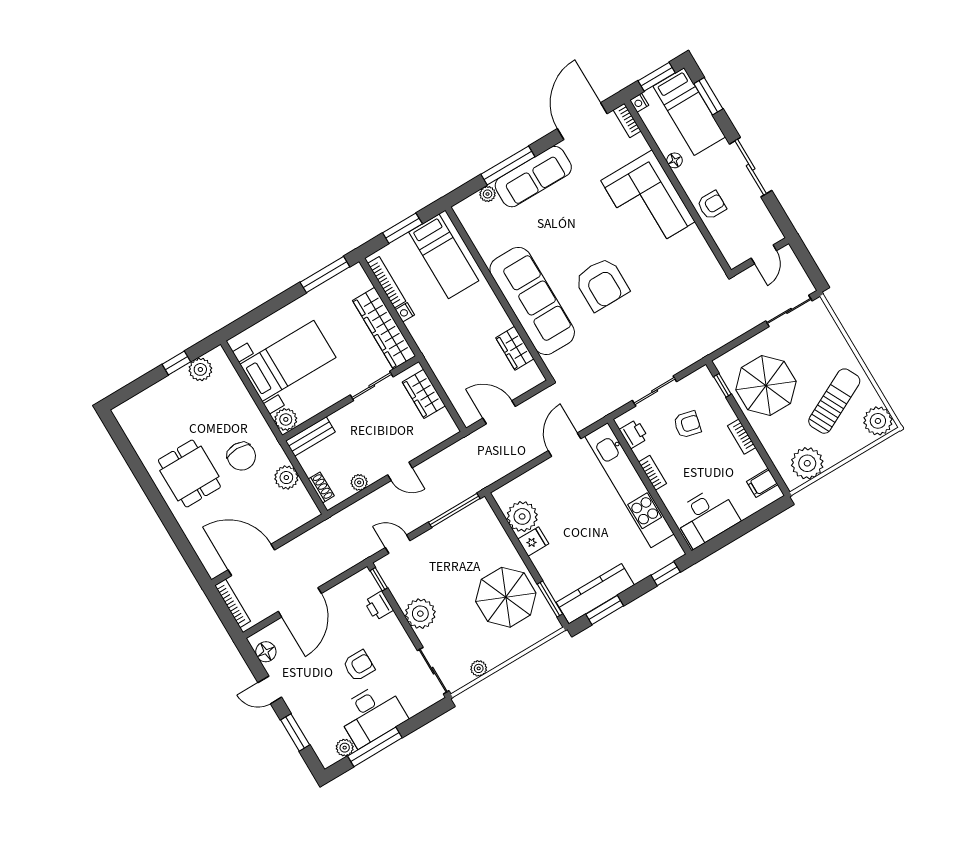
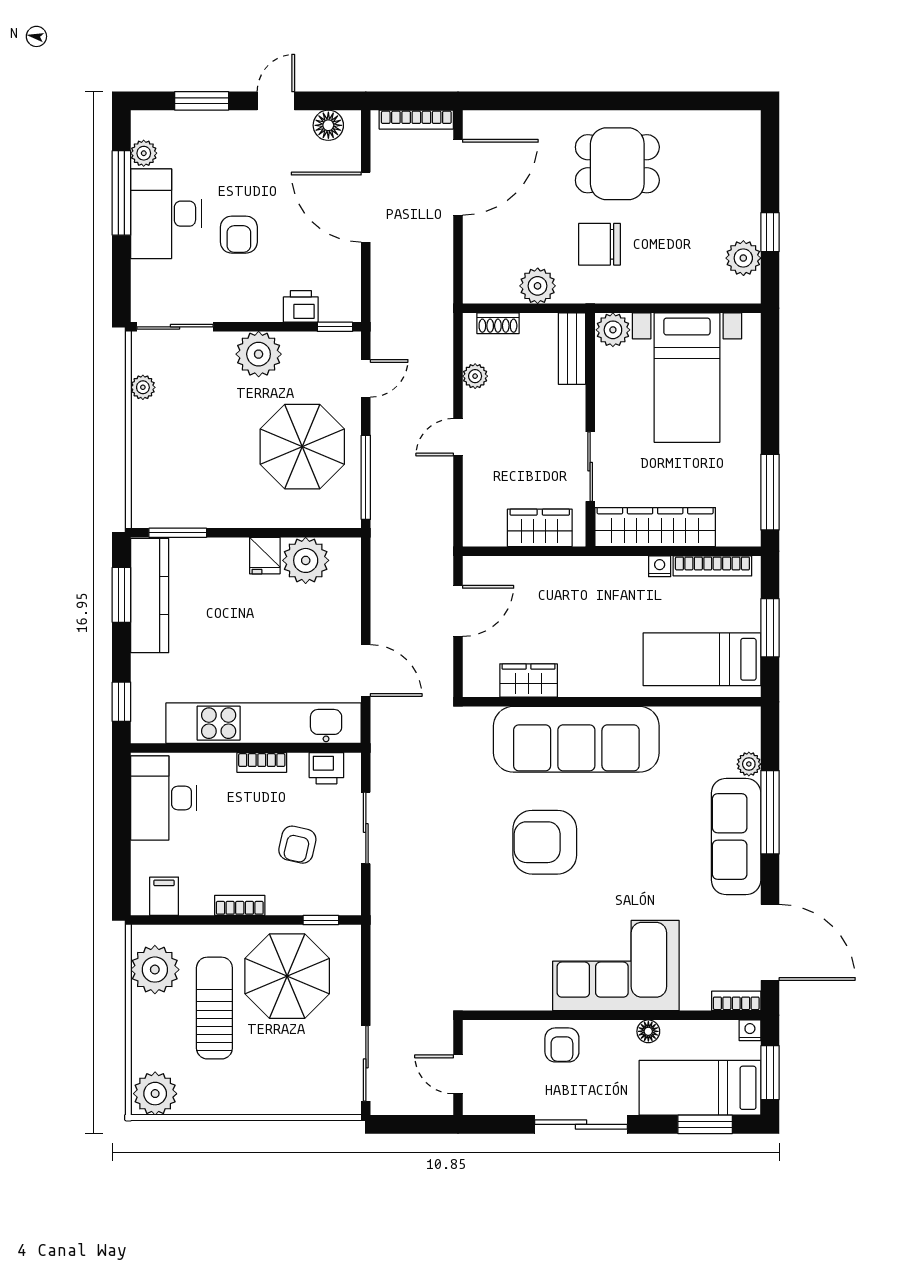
sun lounger: (834, 401) -> (214, 1008), moved, turned -153
parasol: (506, 597) -> (302, 447), moved

